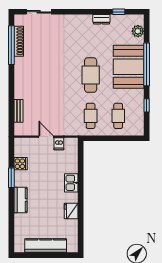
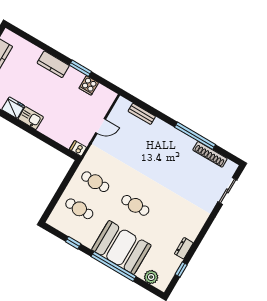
window: (11, 45) -> (195, 136), moved
cafe table: (91, 75) -> (135, 205), width x0.73, depth x0.74
dishwasher: (59, 144) -> (78, 148), moved
kitchen sink: (71, 183) -> (31, 118), moved

